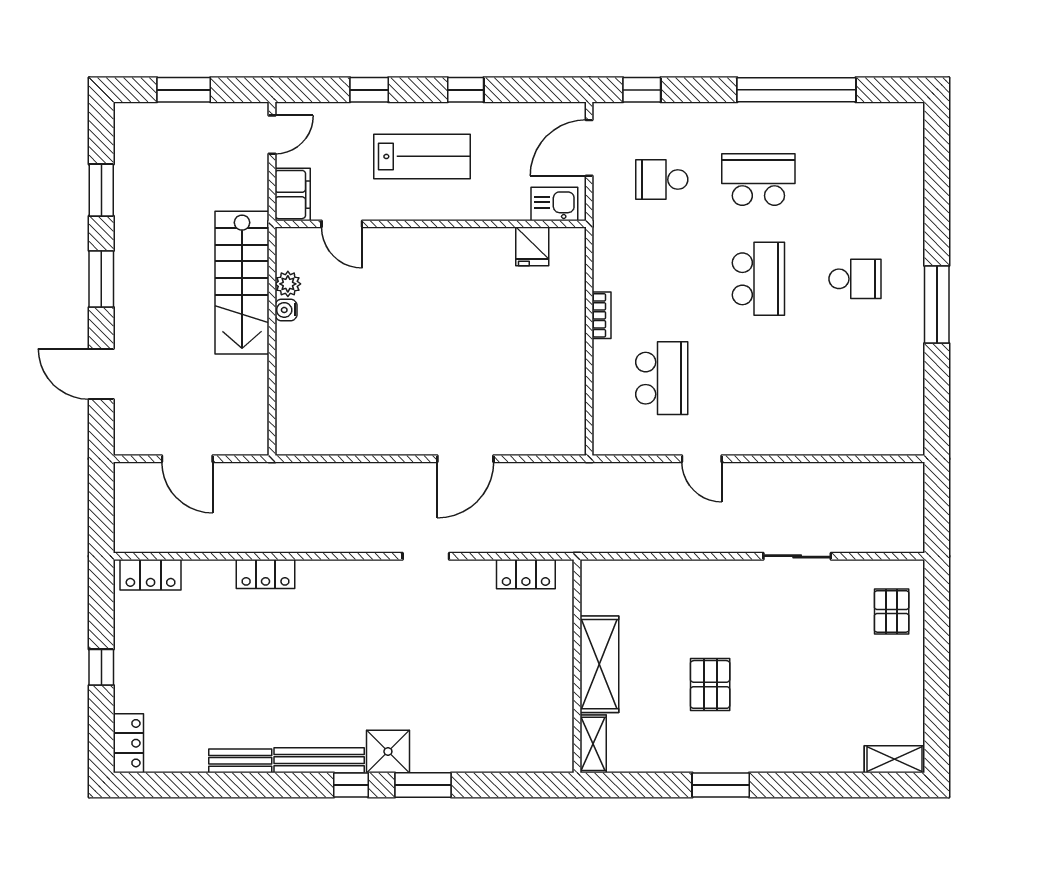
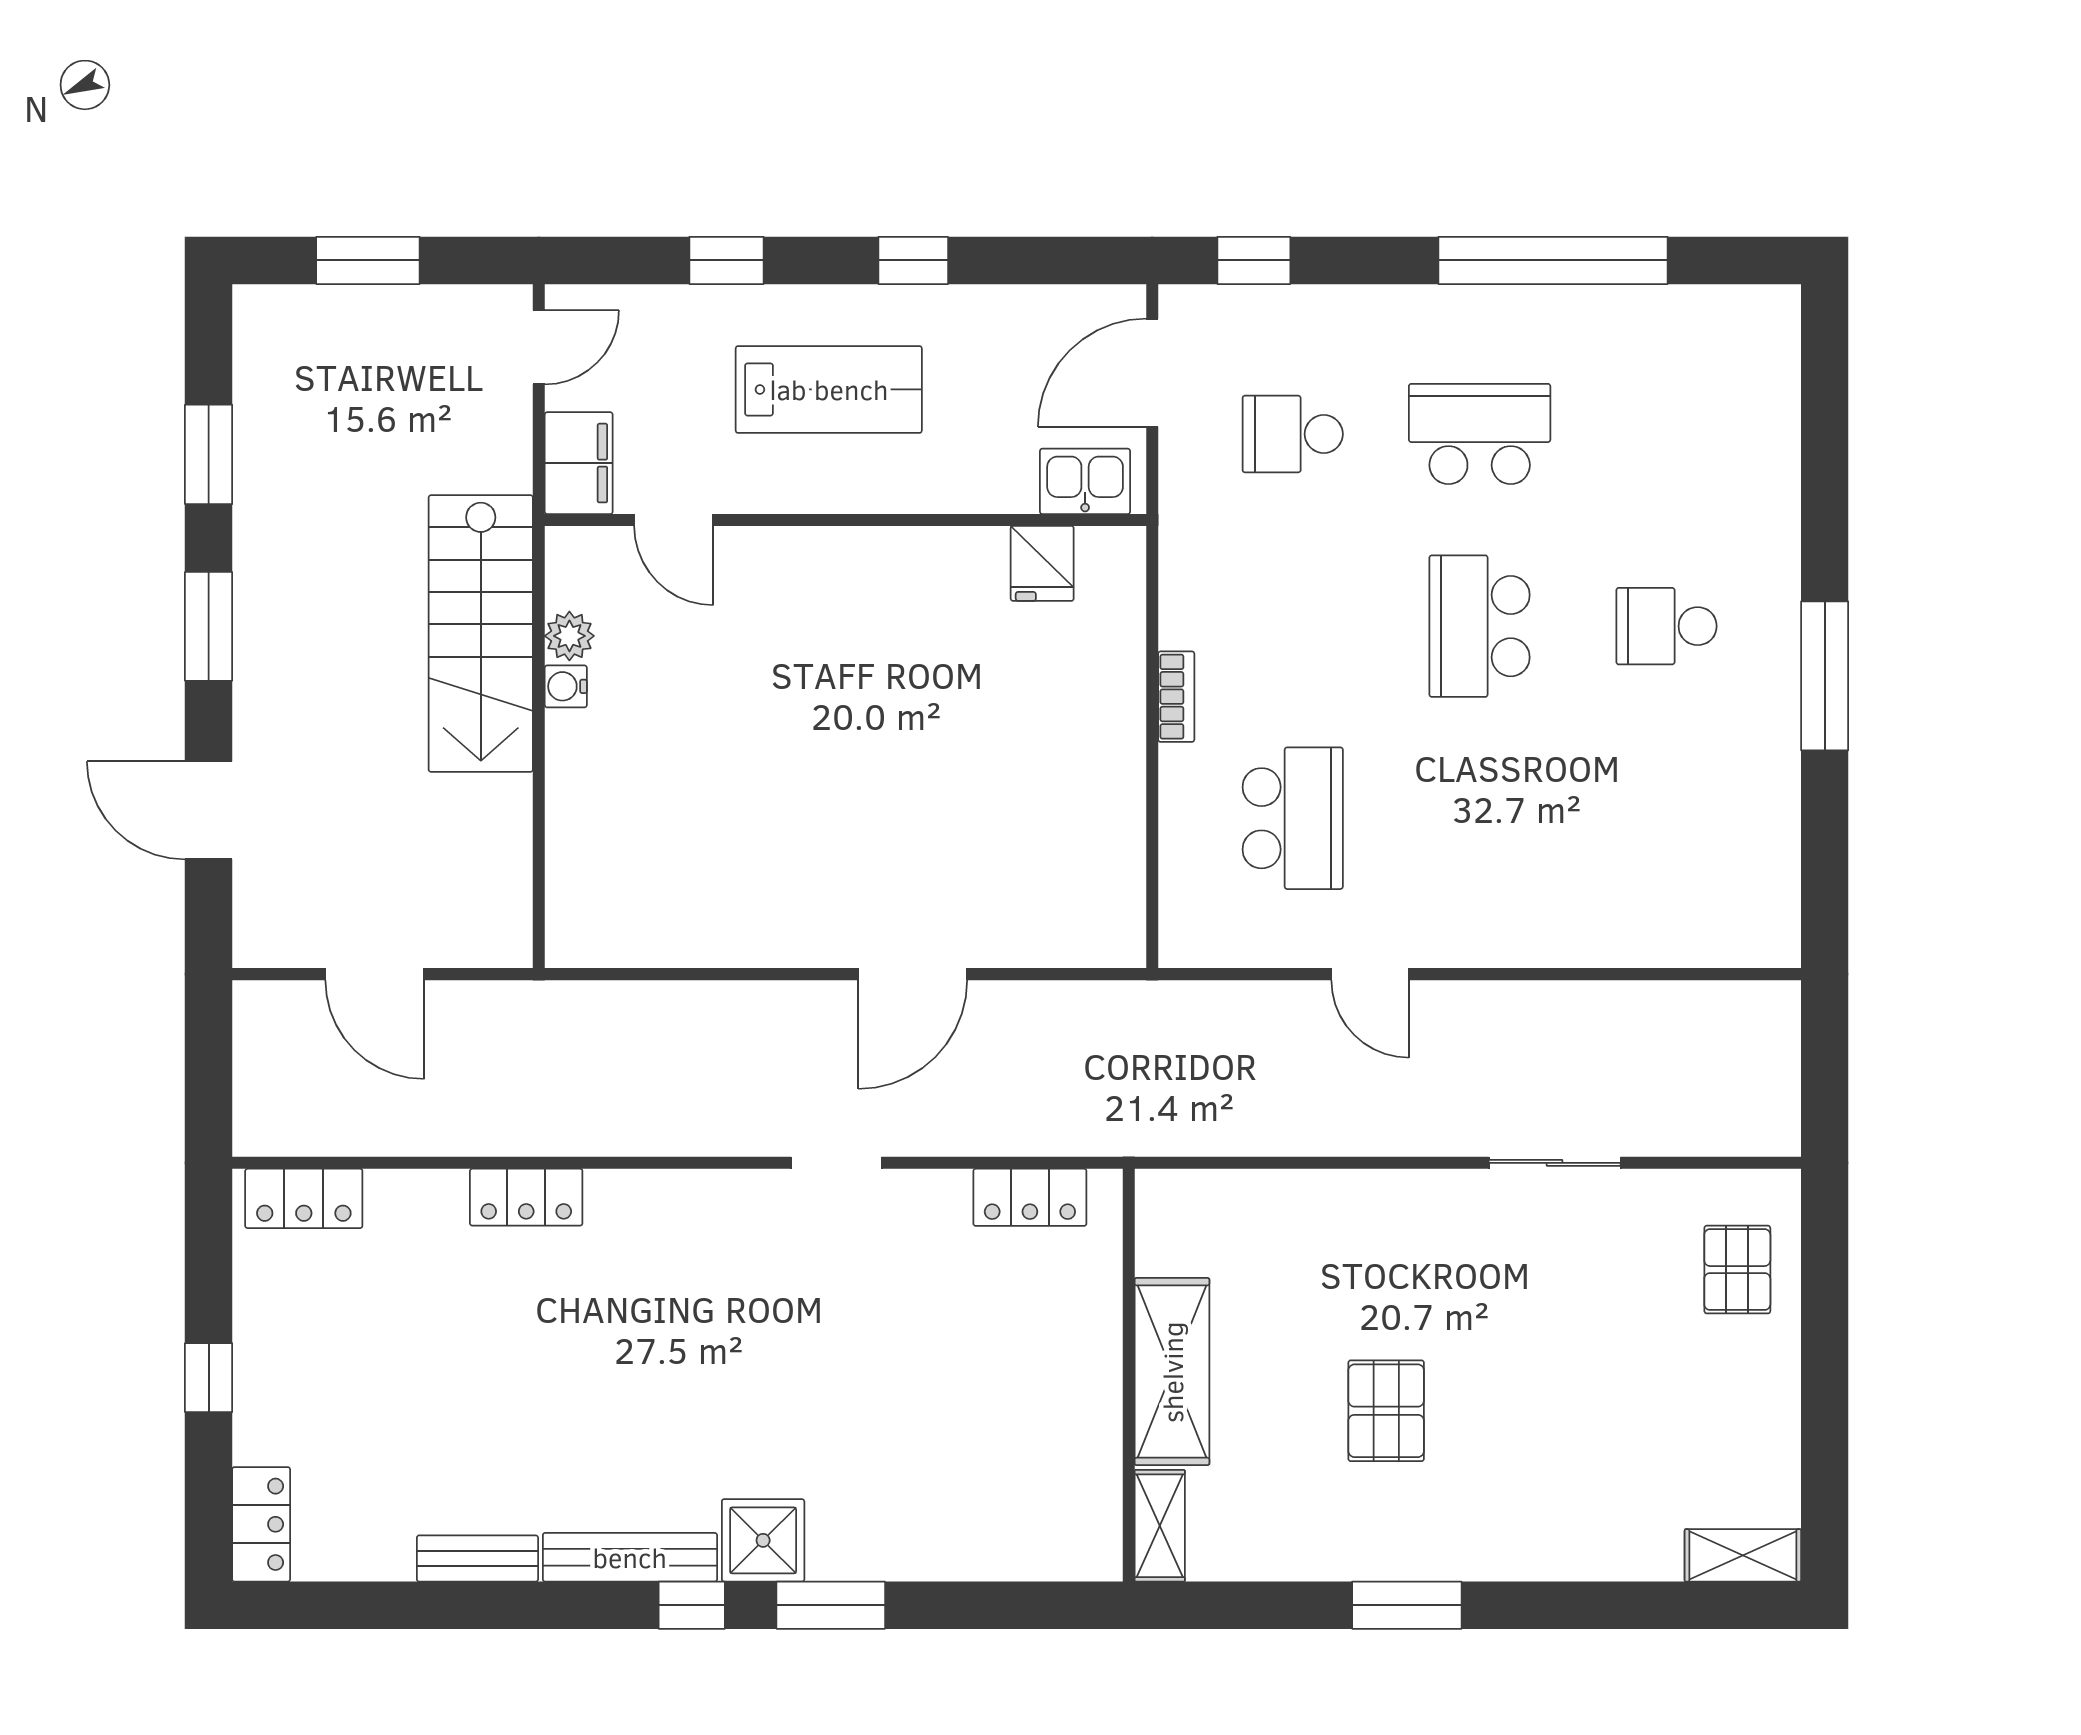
school desk: (758, 279) -> (1480, 626), turned 180
school desk: (855, 279) -> (1667, 626), turned 180

